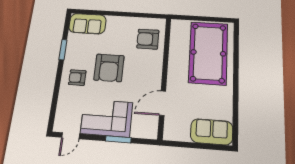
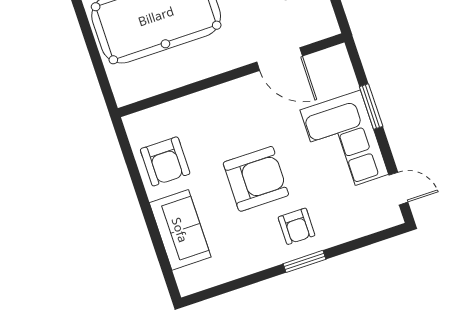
sofa: (87, 24) -> (180, 230), moved
armchair: (148, 39) -> (165, 161), moved
window: (63, 50) -> (304, 261), moved

